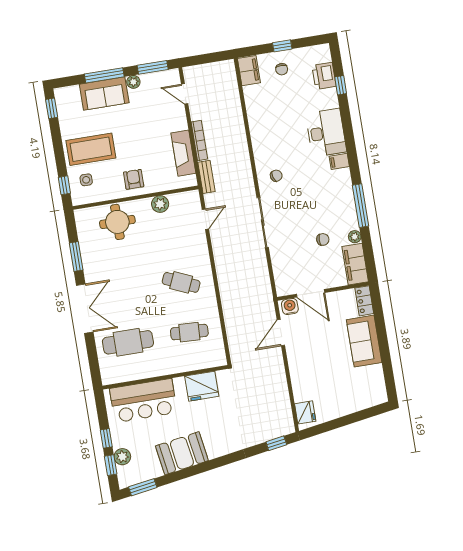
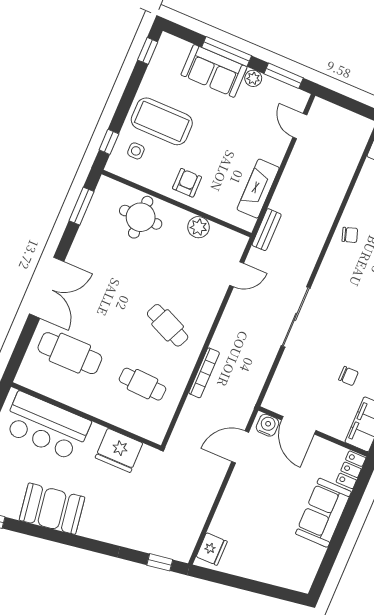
bookcase: (199, 141) -> (204, 373), moved
chair: (276, 176) -> (350, 235), moved
window: (76, 256) -> (81, 206), moved

